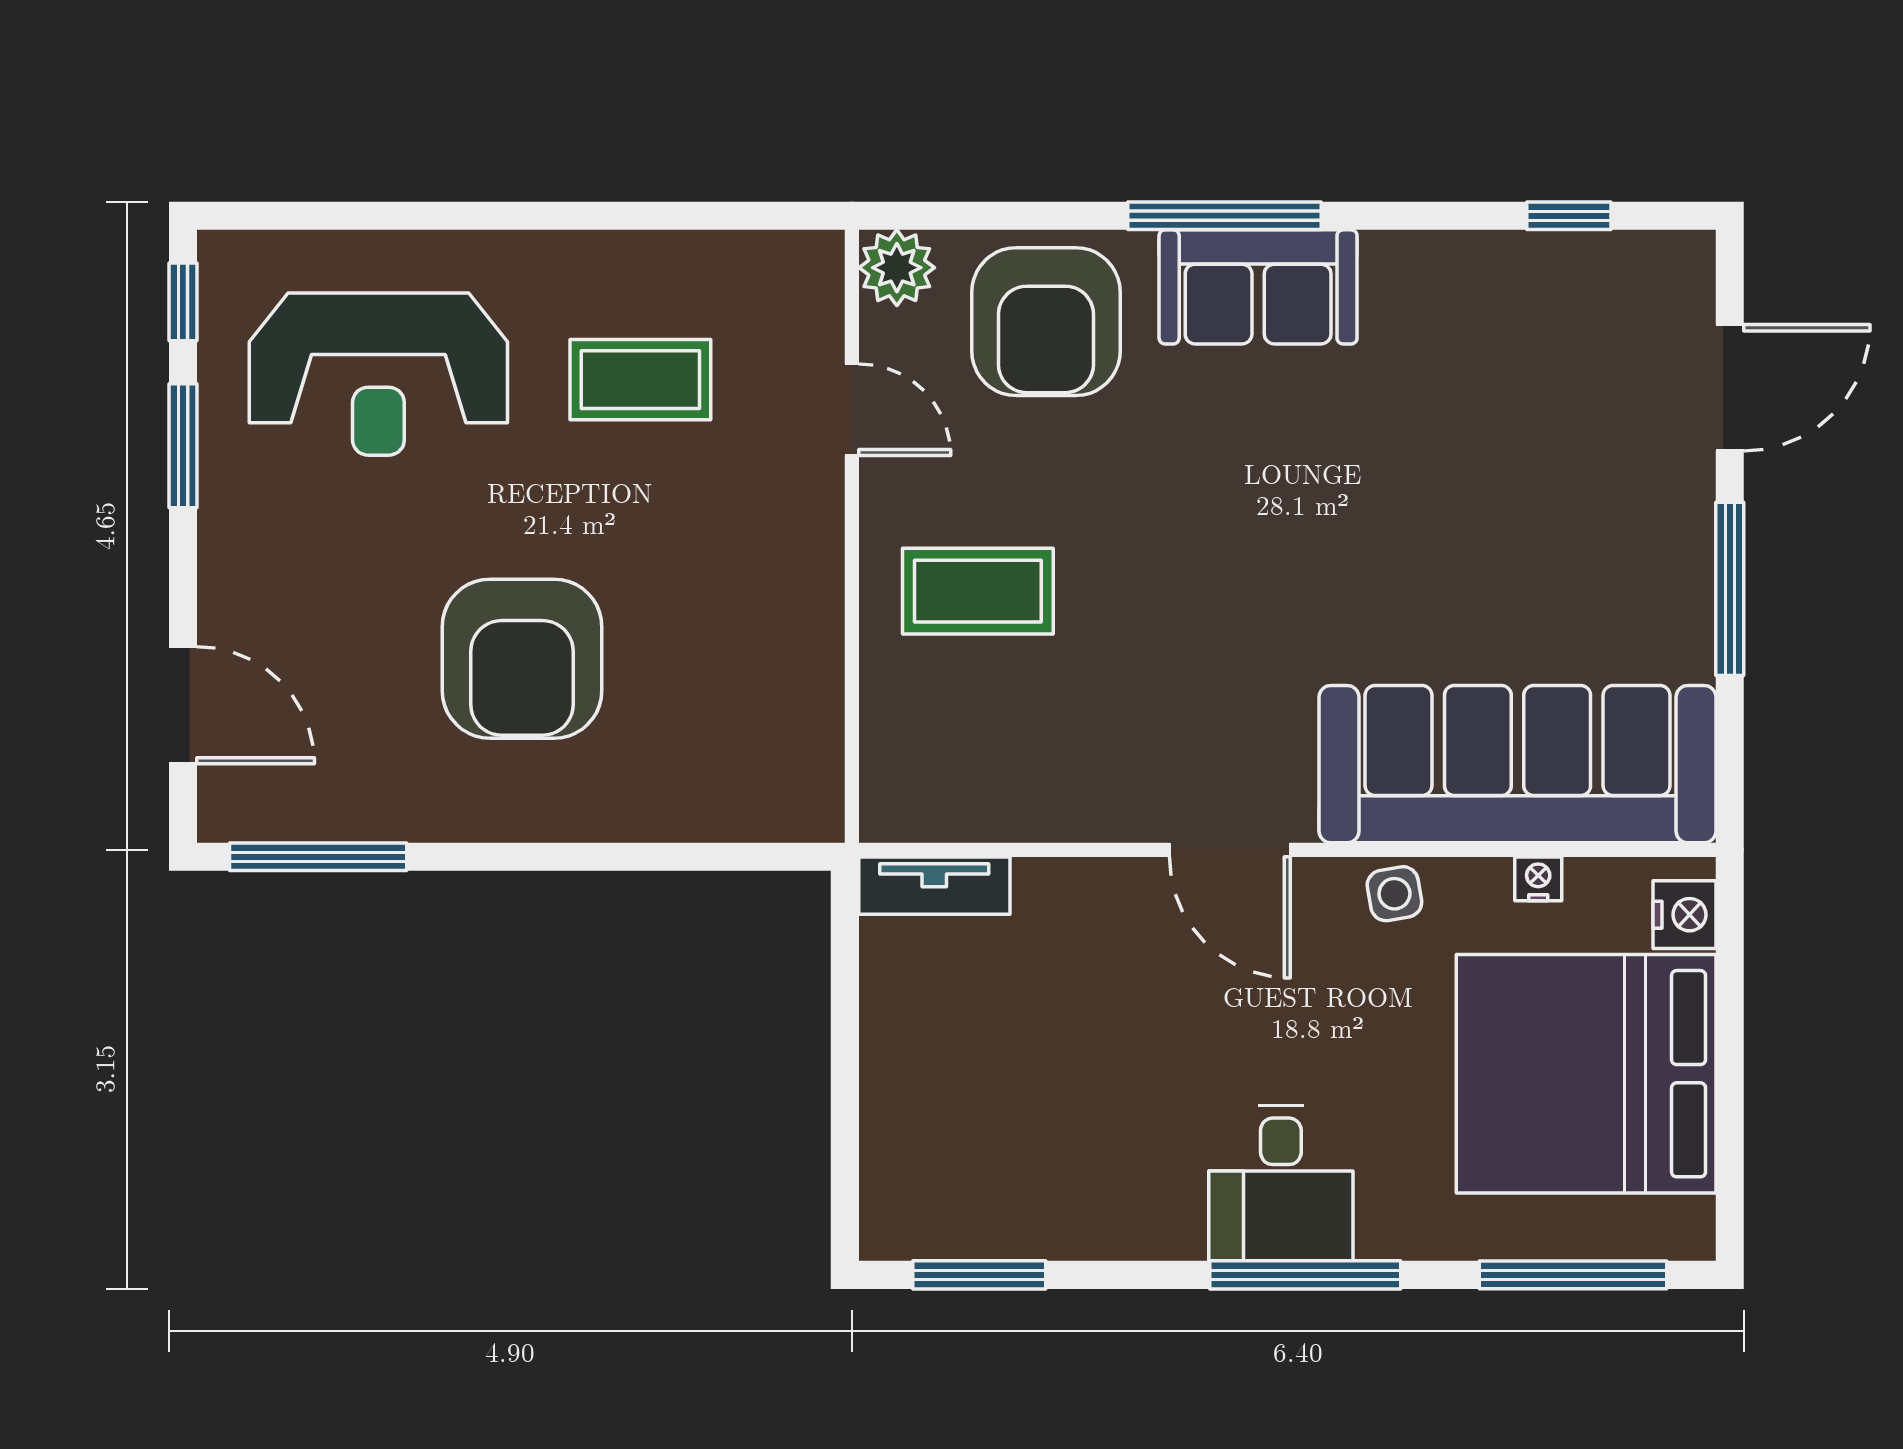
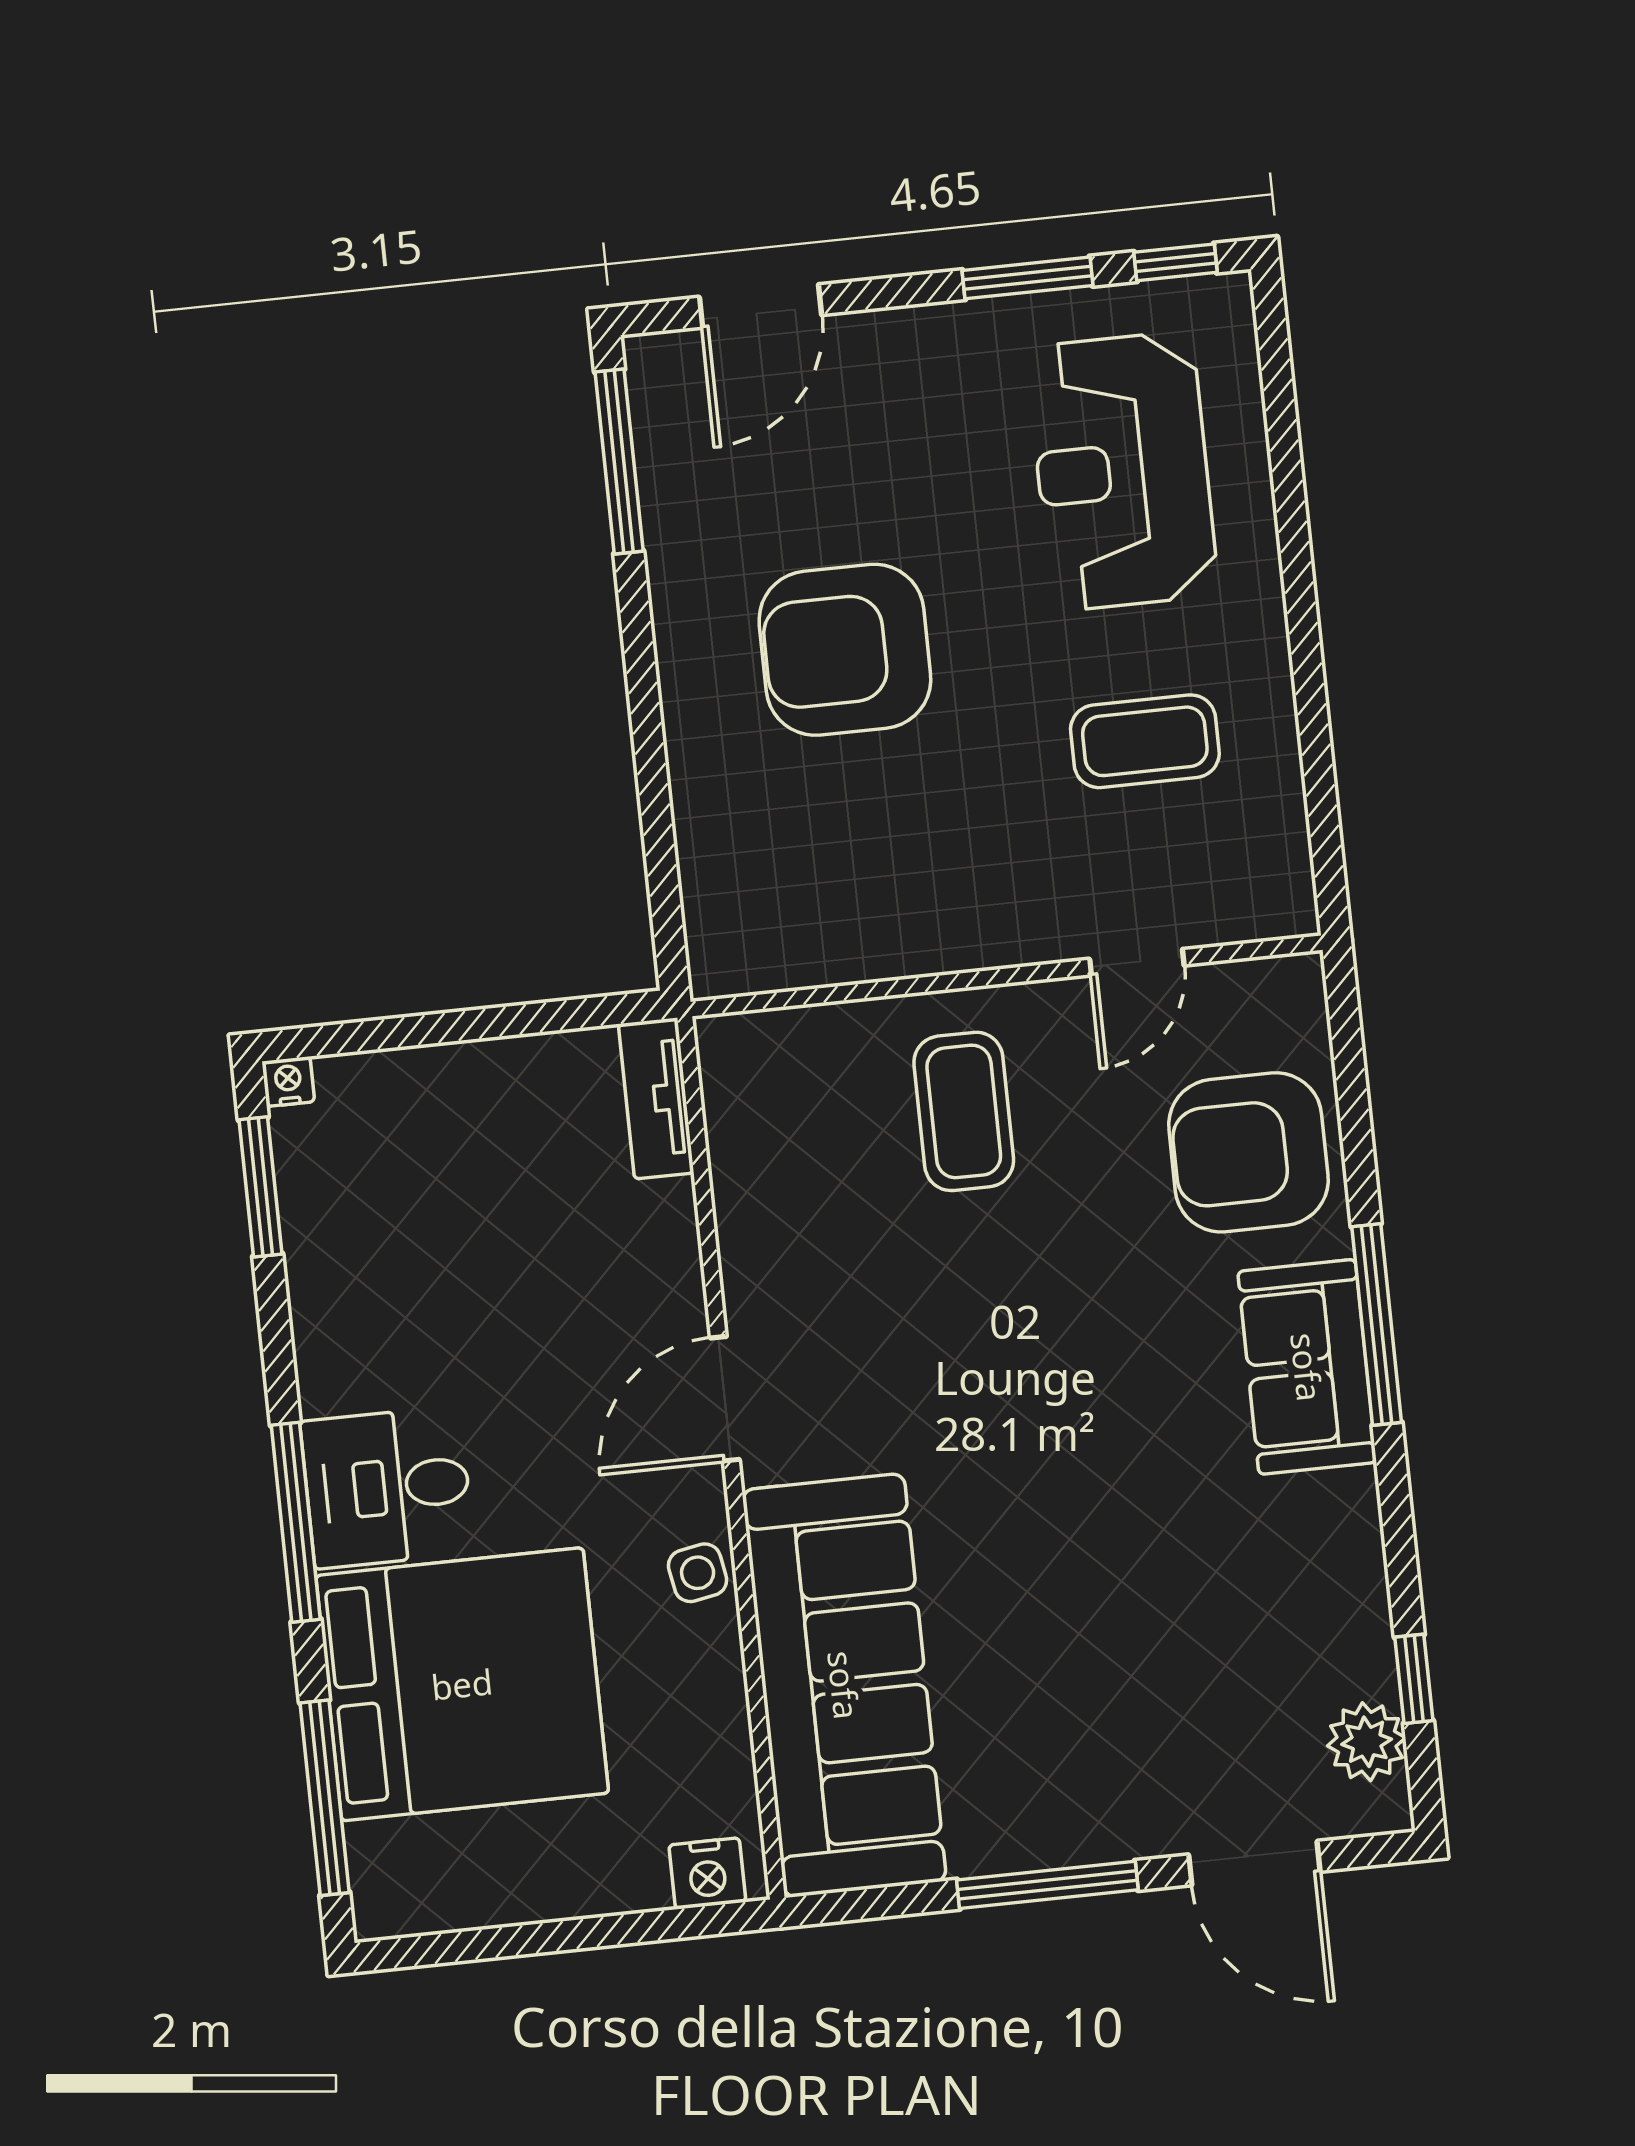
plant: (897, 268) -> (1367, 1742), moved
coffee table: (640, 380) -> (1145, 741), turned 90
nightstand: (1538, 879) -> (288, 1082), moved, turned -90
bed: (1586, 1074) -> (462, 1684), moved, turned 90

